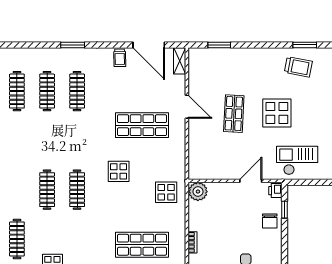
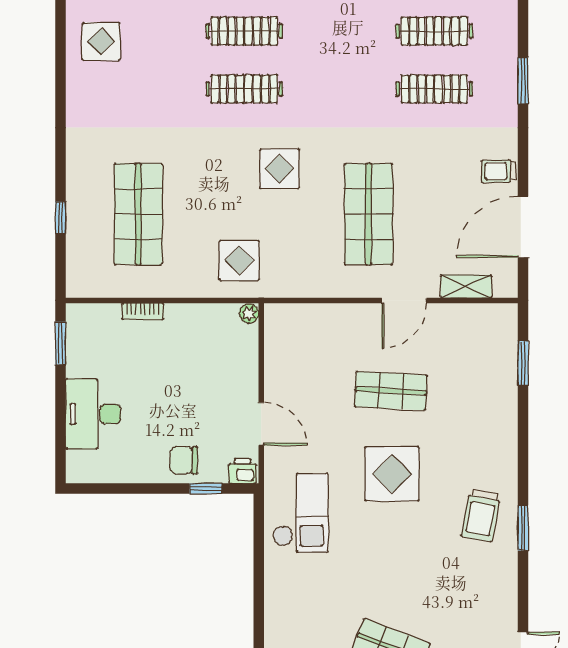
shelving: (180, 61) -> (466, 286), moved
plant: (198, 192) -> (249, 313), width x0.53, depth x0.53

